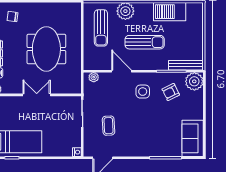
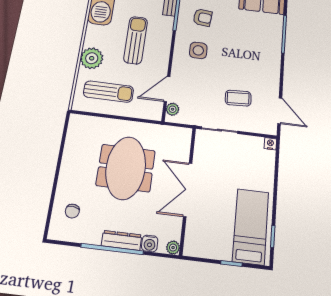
meeting table: (46, 49) -> (126, 168), turned 90
door: (122, 71) -> (167, 89), moved
armchair: (171, 92) -> (203, 18), turned -58
double door: (37, 95) -> (188, 190), width x1.37

